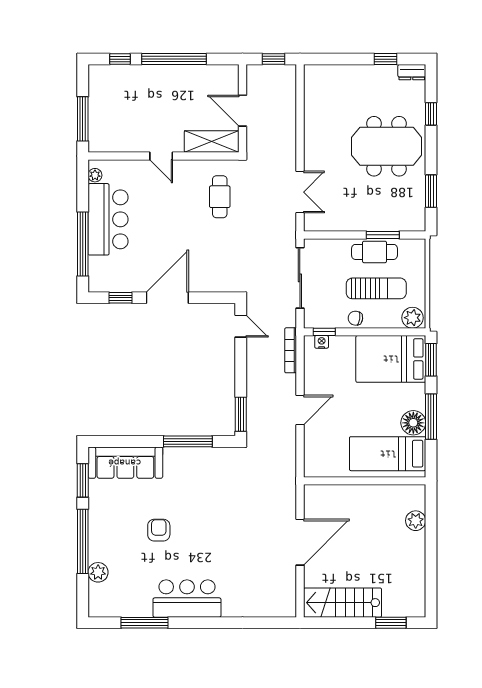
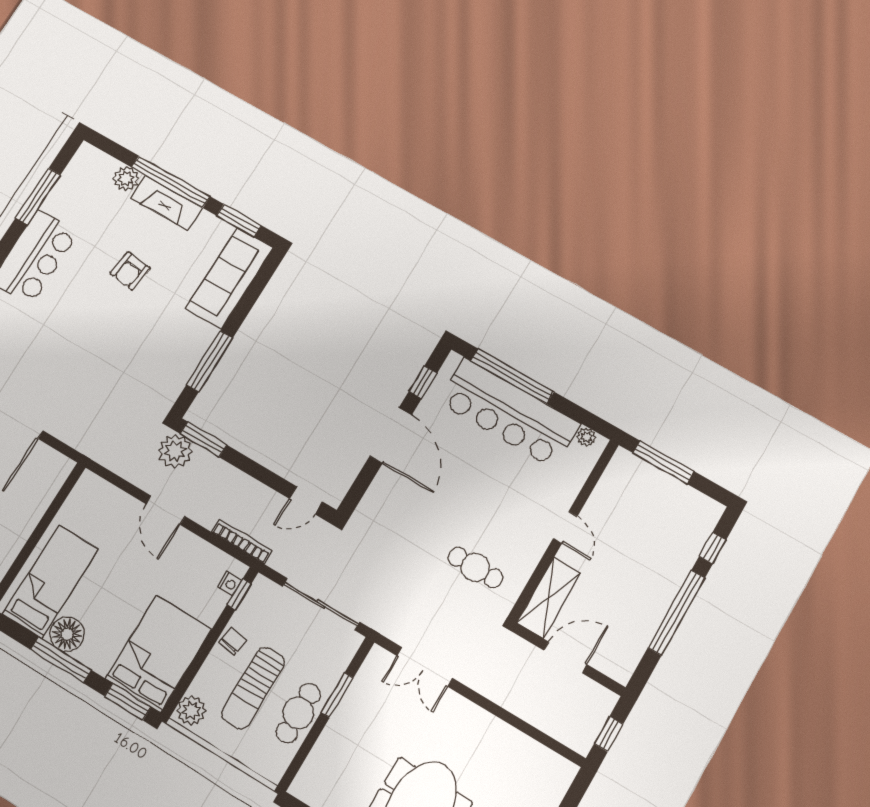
door: (161, 156) -> (565, 527), swing flipped
bar counter: (108, 219) -> (509, 413), width x1.36
window: (383, 235) -> (337, 695), moved
plant: (259, 427) -> (175, 451), added
armchair: (159, 530) -> (130, 271), turned 97
fireplace: (99, 535) -> (166, 203), added

